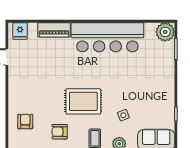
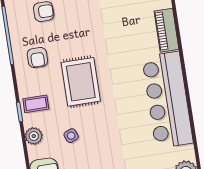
armchair: (60, 132) -> (37, 58), turned 180

